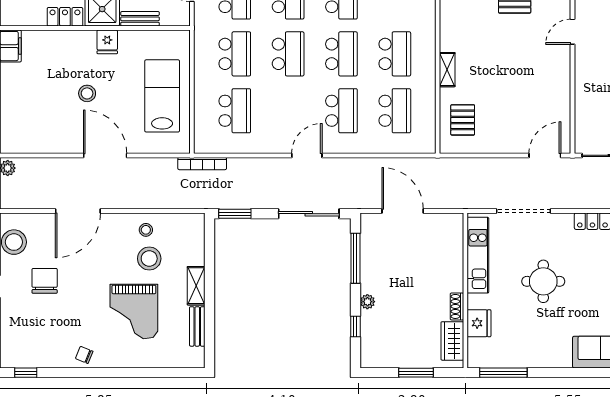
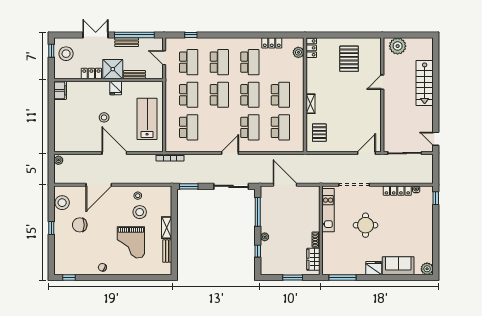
chair: (45, 281) -> (80, 225), turned -90
fridge: (479, 323) -> (374, 268), moved, turned -90

